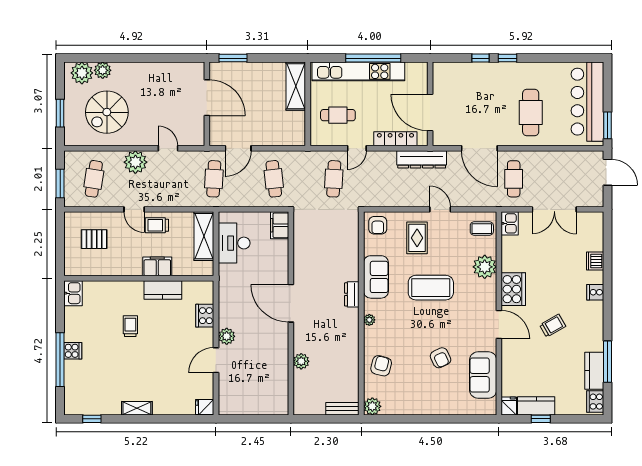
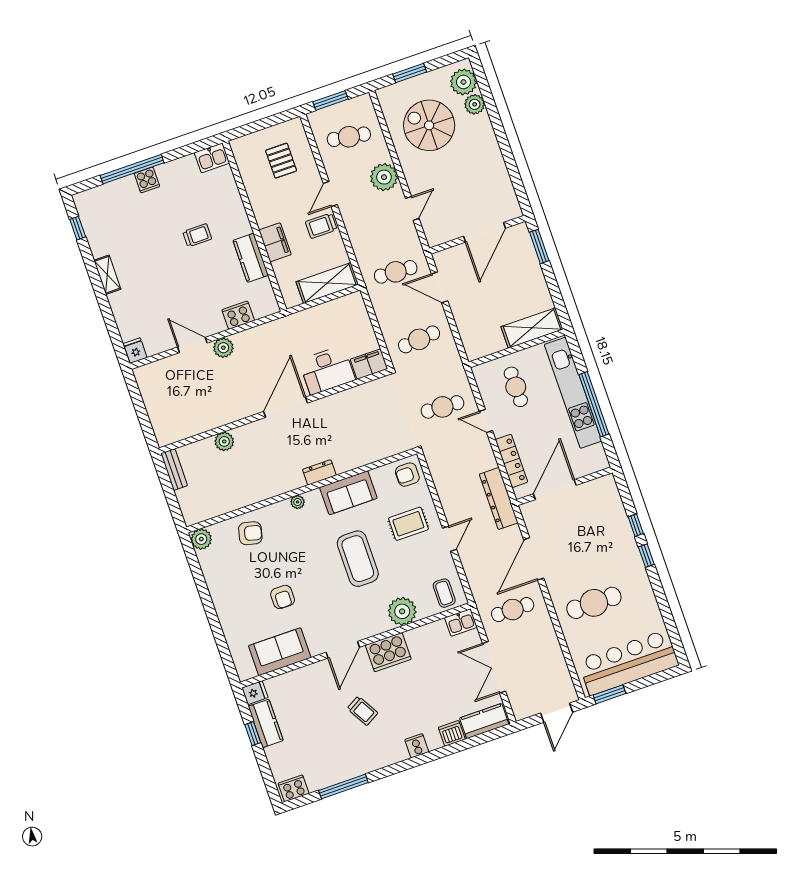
trolley: (157, 225) -> (321, 226), turned -90
desk: (234, 243) -> (327, 370), moved, turned 180
armchair: (441, 358) -> (283, 597), turned -65
kitchen counter: (594, 371) -> (484, 721), moved
bench: (342, 409) -> (174, 470), moved

